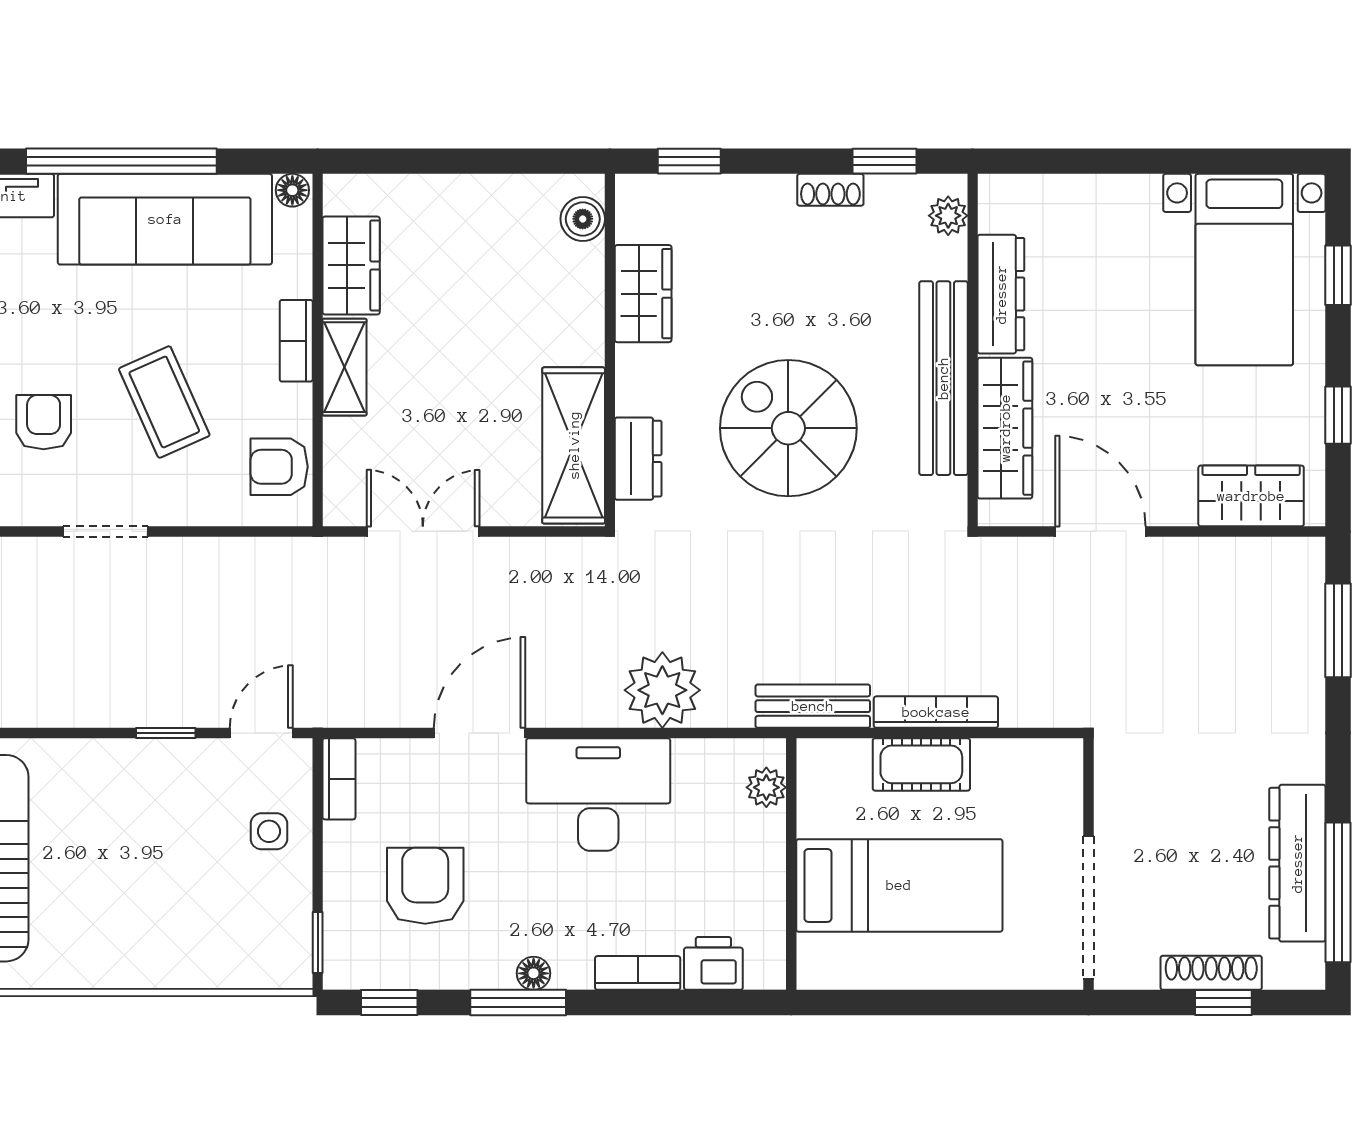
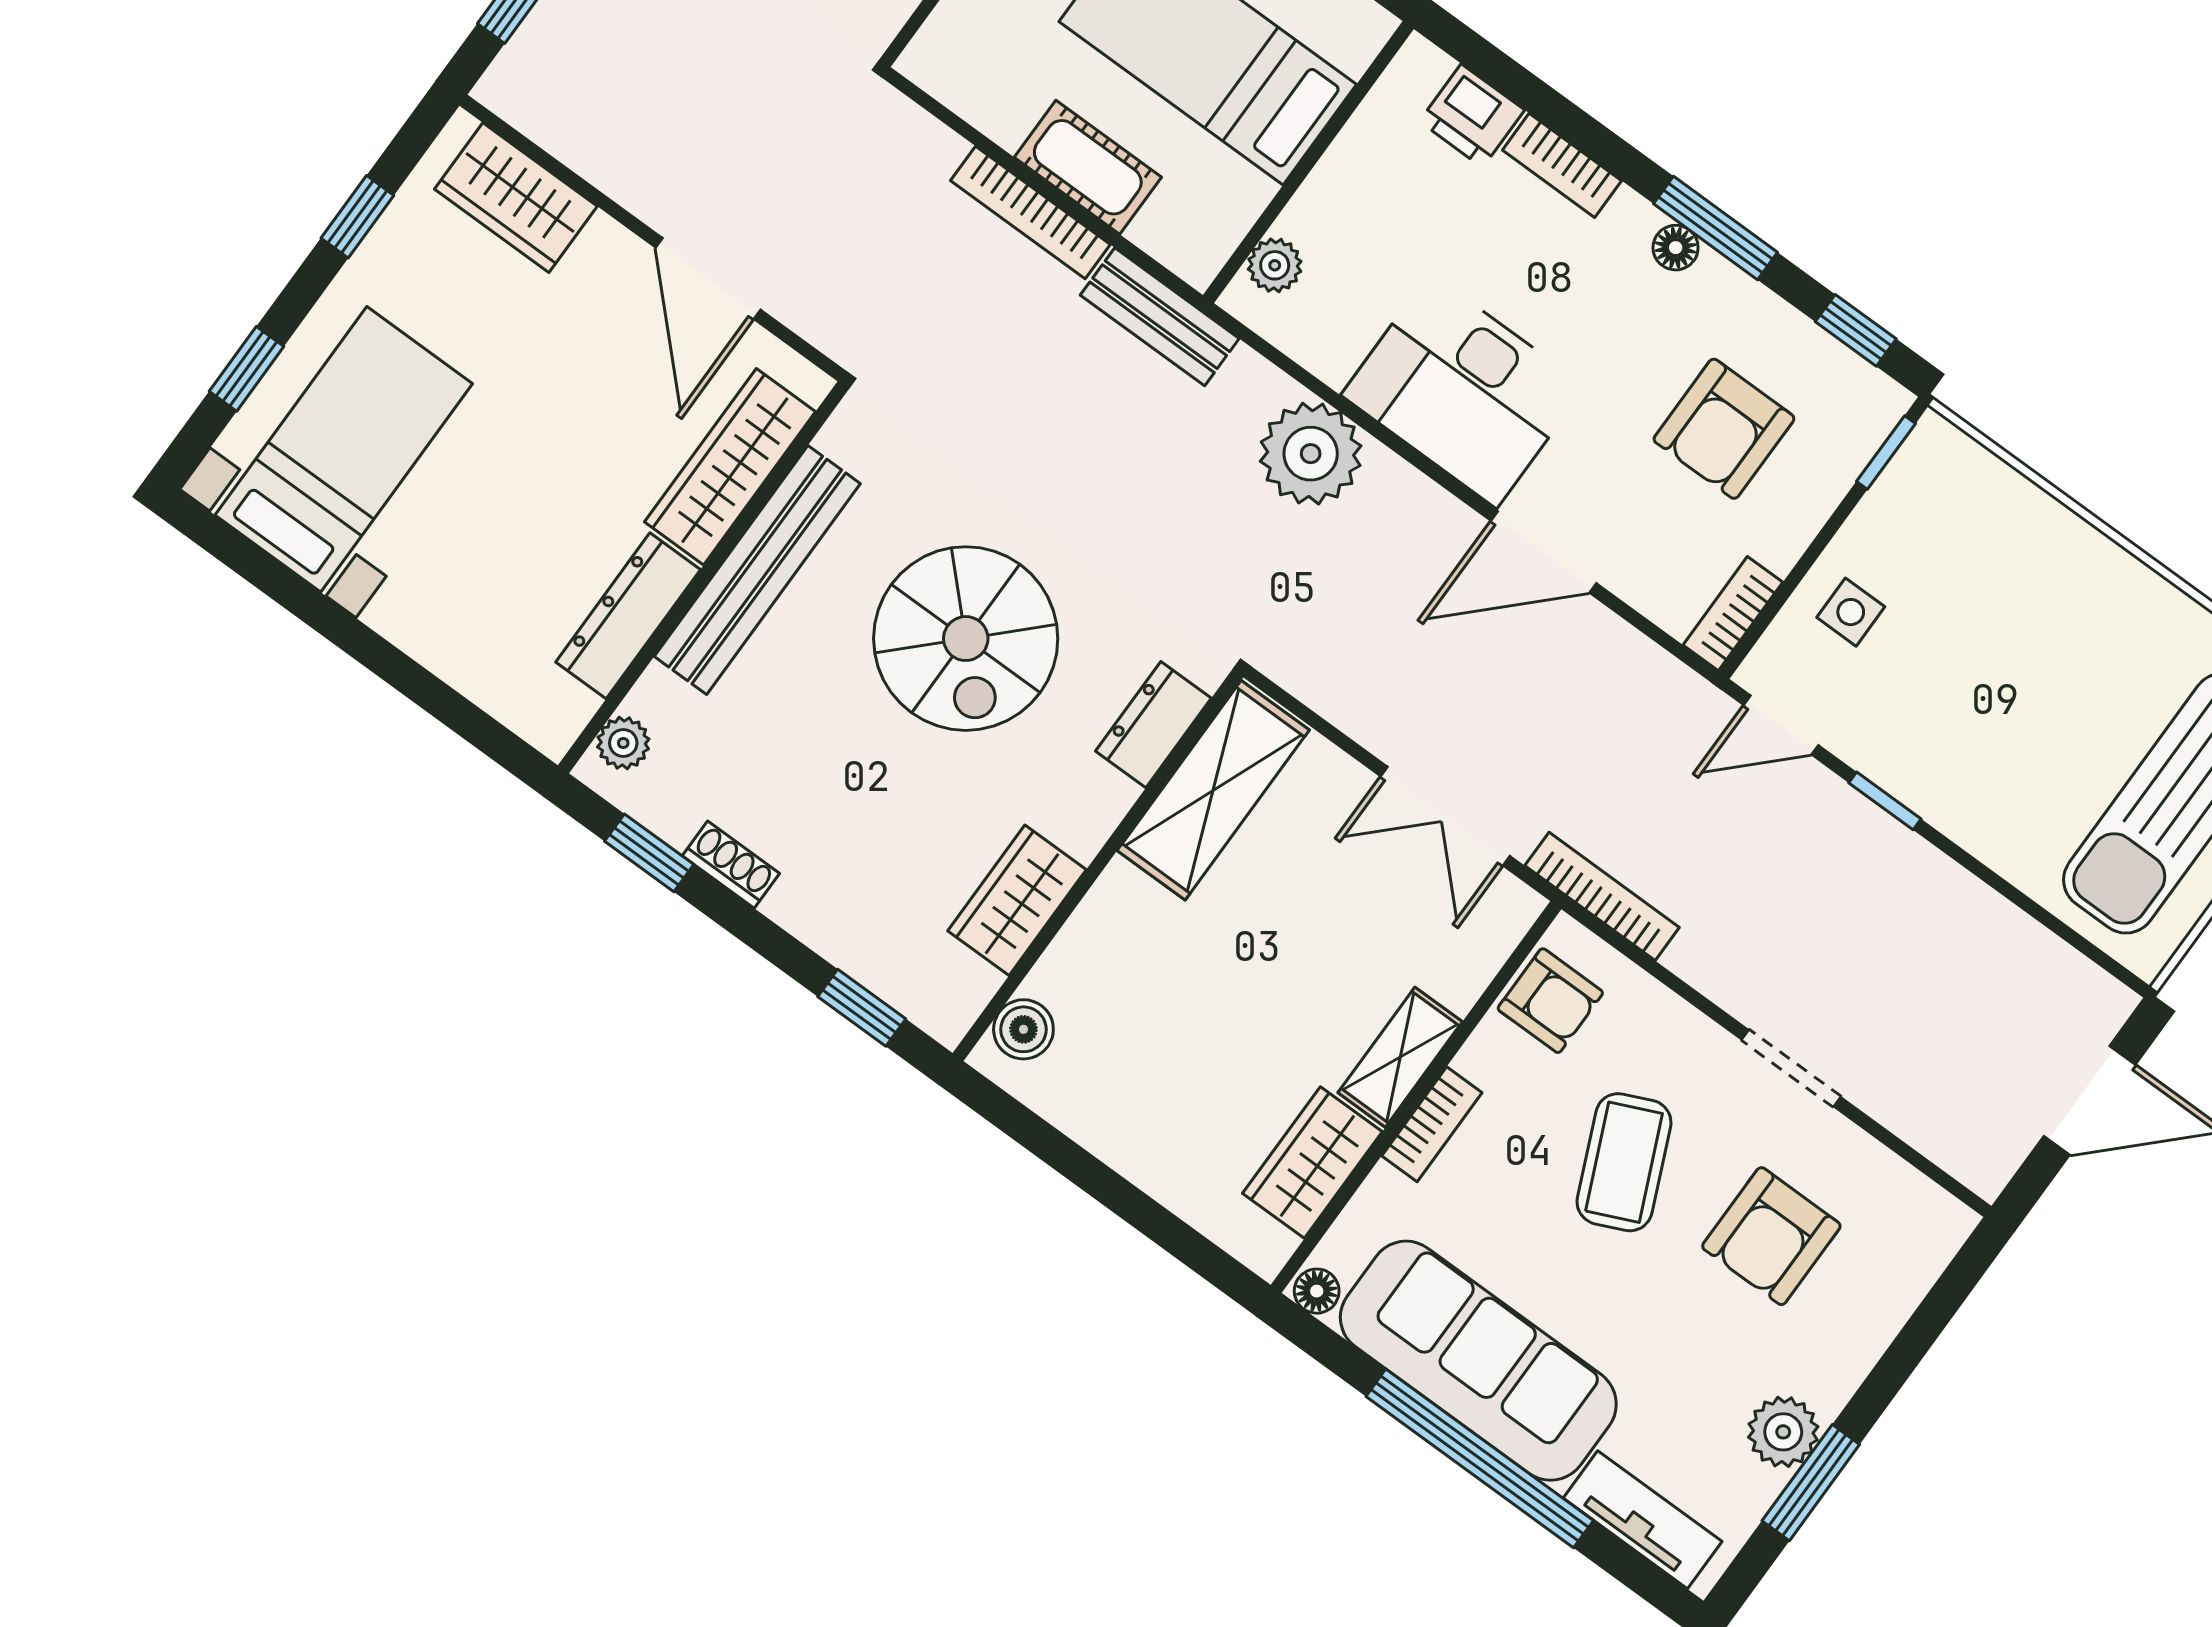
armchair: (44, 422) -> (1771, 1236), width x1.38, depth x1.38
bookcase: (294, 552) -> (1602, 896), added

